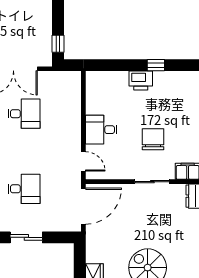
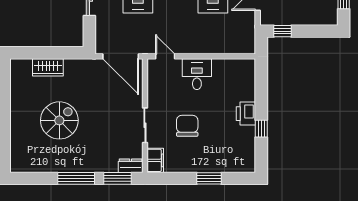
chair: (153, 139) -> (187, 126), turned -90
door: (83, 161) -> (165, 56), swing flipped

